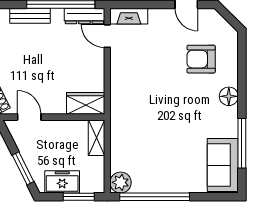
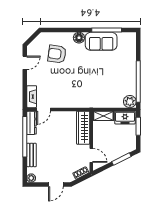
armchair: (201, 59) -> (57, 54), turned 98
wardrobe: (86, 103) -> (83, 128), width x1.50
door: (29, 117) -> (91, 155), swing flipped
sofa: (223, 165) -> (101, 41), moved
freezer: (62, 182) -> (125, 118), moved, turned -90

